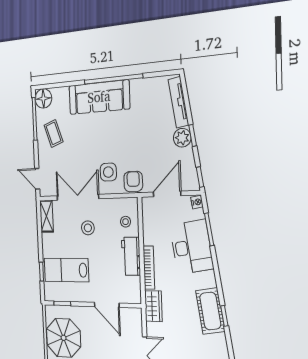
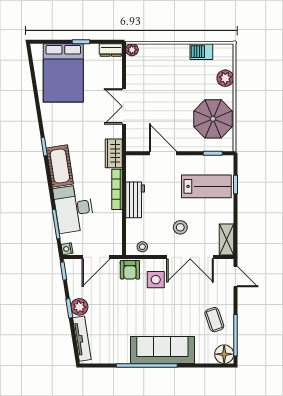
stool: (126, 222) -> (142, 247), moved
cot: (210, 311) -> (60, 166), moved

